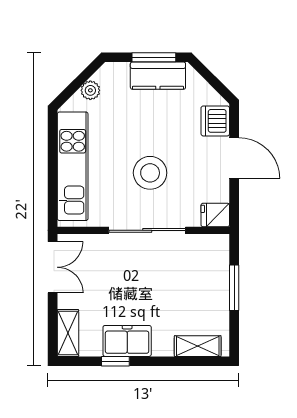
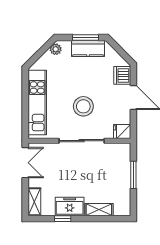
plant: (90, 90) -> (56, 49), moved
shelving: (198, 346) -> (99, 210), moved

